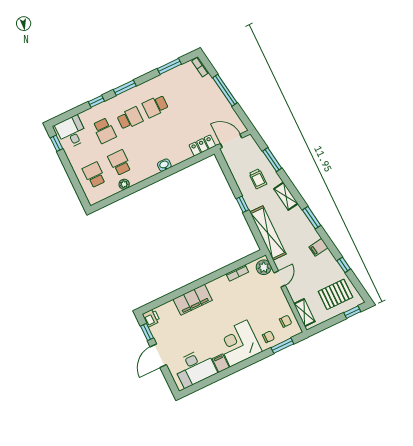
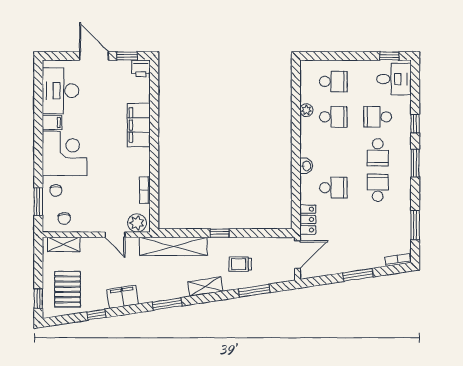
window: (225, 90) -> (358, 275), width x0.69
school desk: (171, 138) -> (333, 188), added
filing cabinet: (319, 247) -> (123, 297), width x2.00

